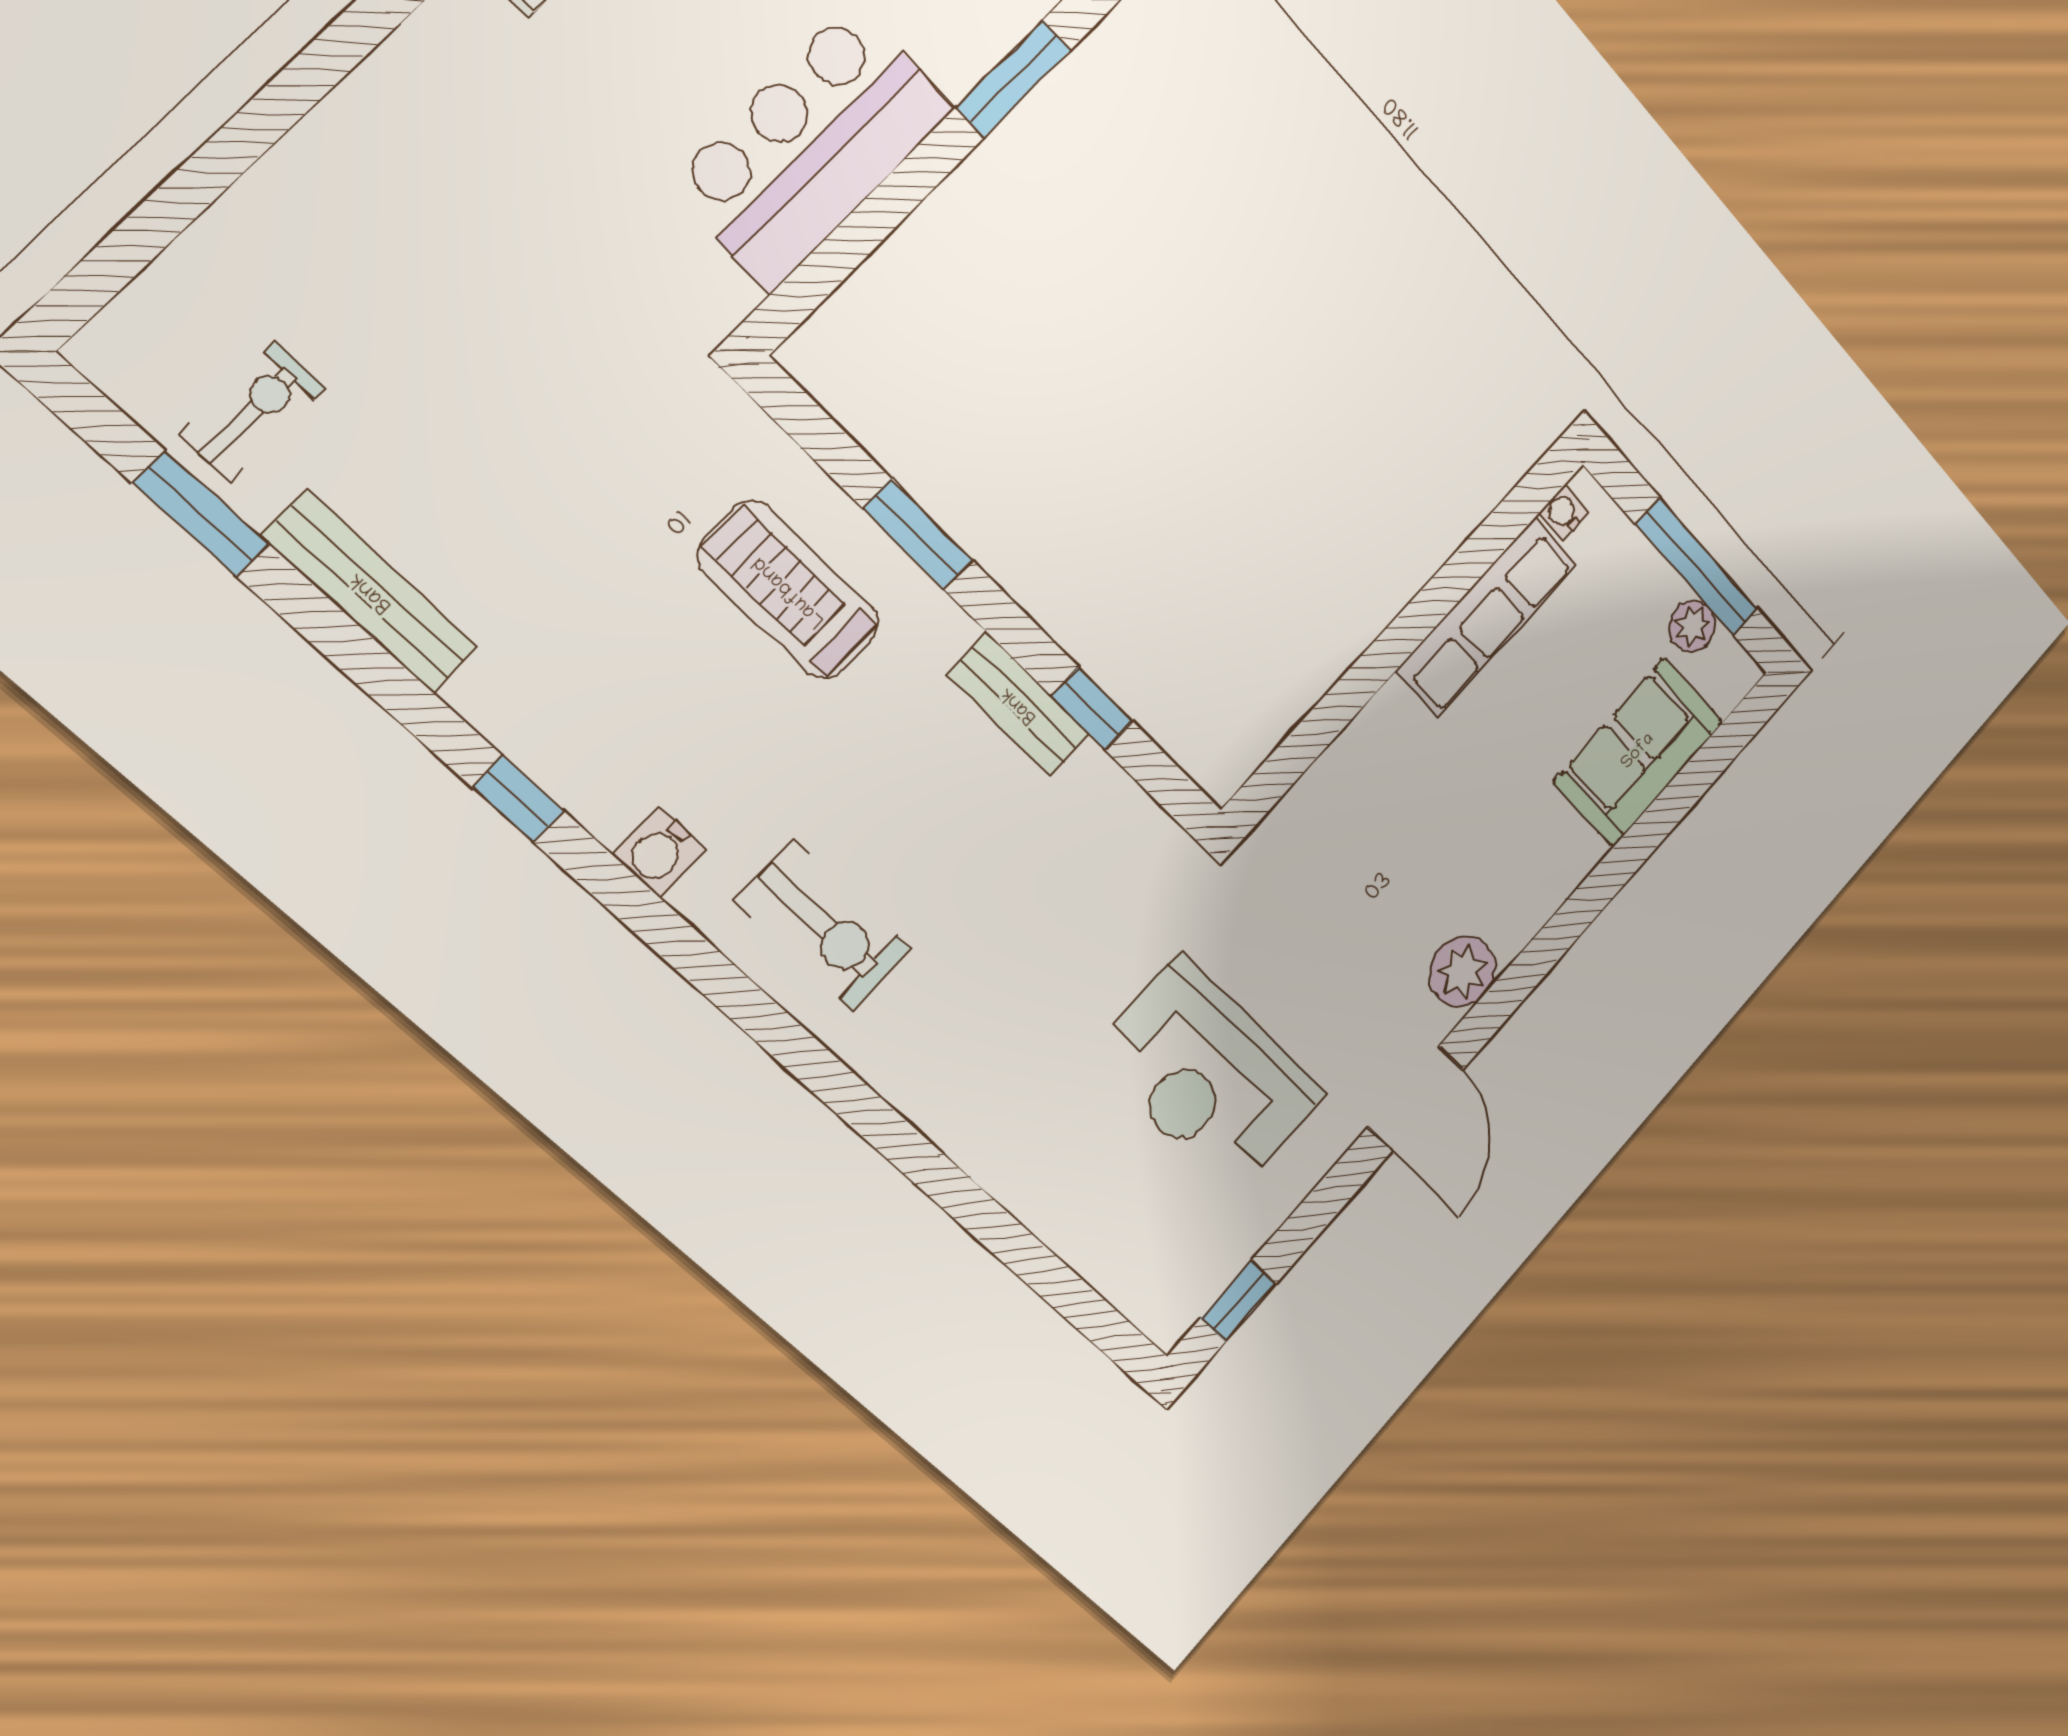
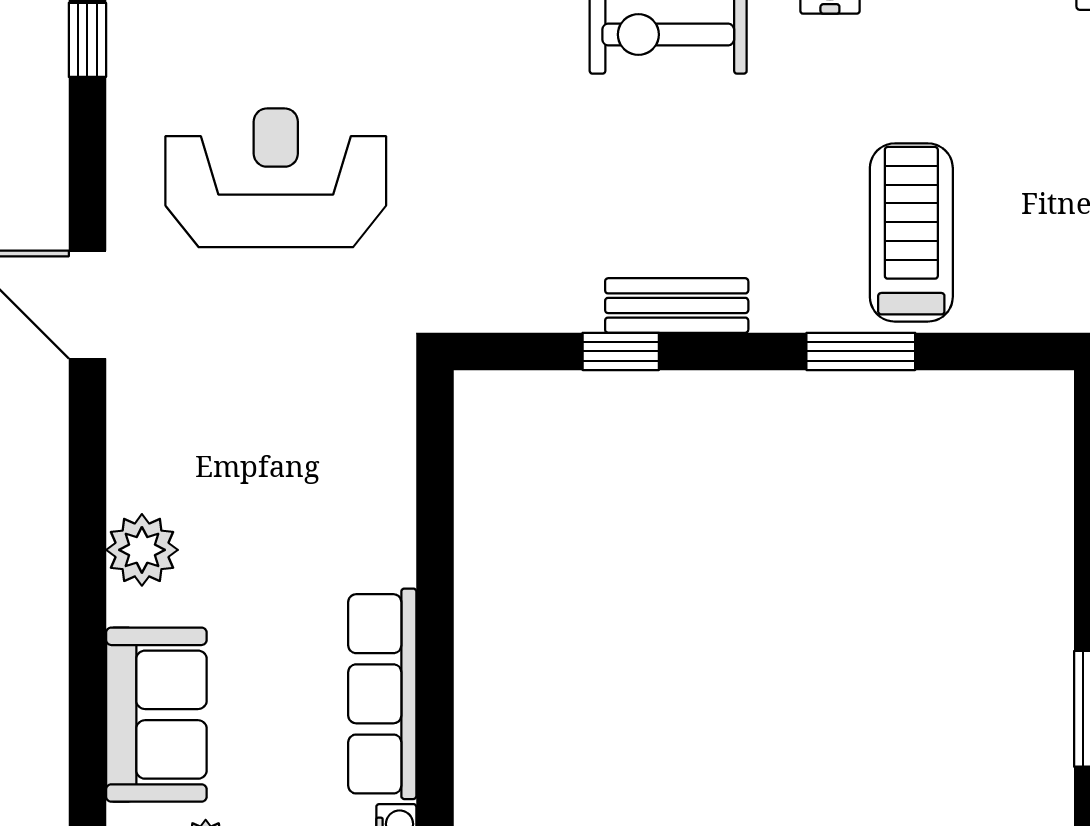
treadmill: (789, 591) -> (911, 232), turned -90
plant: (1462, 972) -> (142, 550), moved

